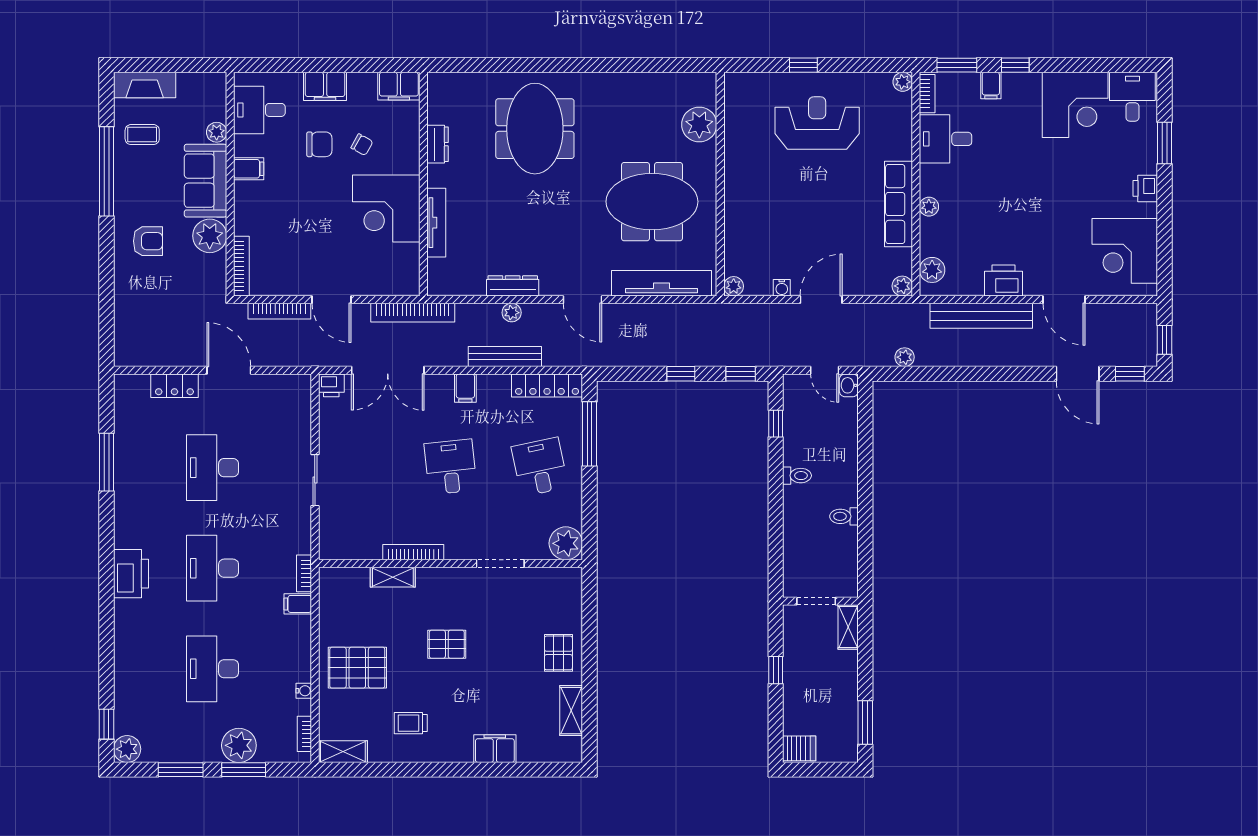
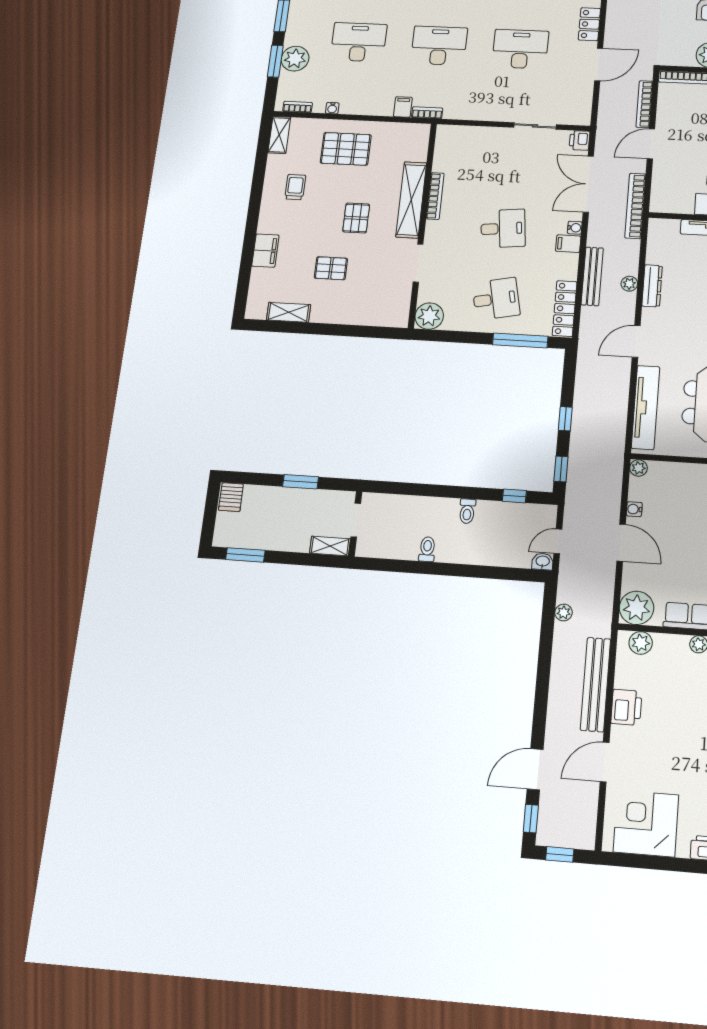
plant: (902, 286) -> (636, 608), width x1.88, depth x1.88
water cooler: (445, 382) -> (575, 228), added
sliding door: (315, 480) -> (535, 126), moved
shelving: (393, 577) -> (411, 200), width x2.20, depth x1.33
pallet: (558, 653) -> (331, 268), moved
pallet: (357, 668) -> (346, 149), turned 90
window: (776, 670) -> (301, 482), width x1.50

